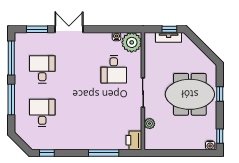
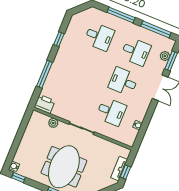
plant: (132, 42) -> (165, 56), moved, width x0.53, depth x0.53
desk: (78, 69) -> (123, 82), added
desk: (114, 69) -> (111, 112), turned 180
window: (47, 153) -> (59, 39), moved

